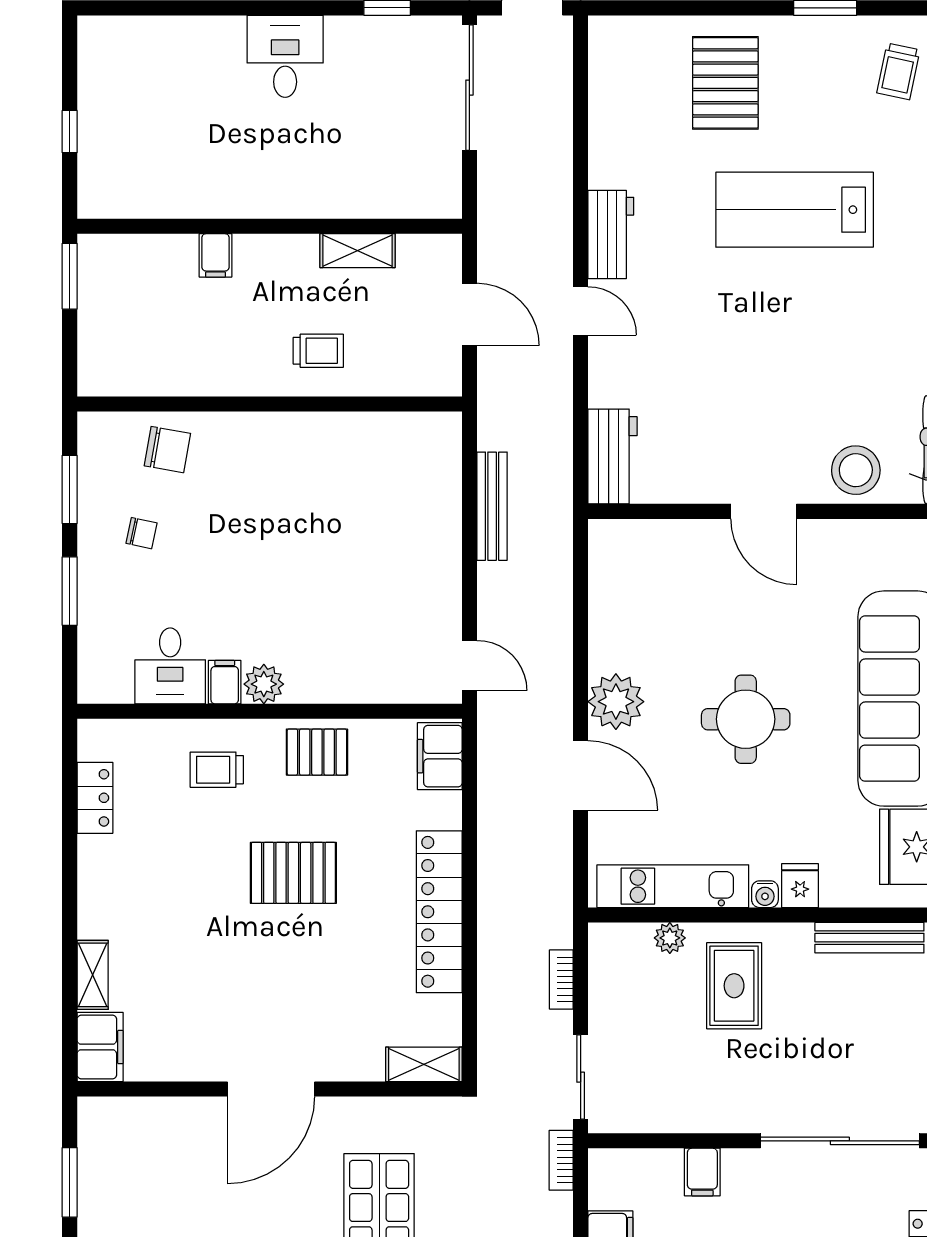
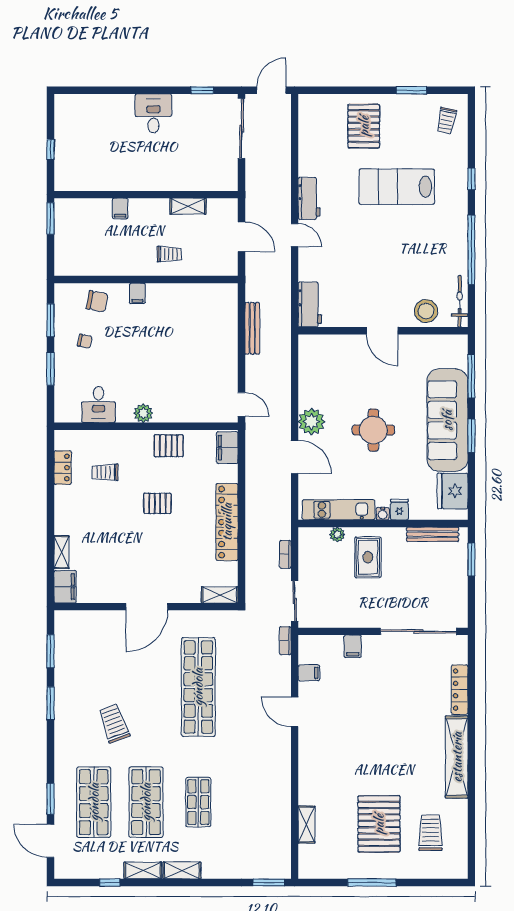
filing cabinet: (225, 682) -> (137, 293), moved, turned 180
trolley: (217, 770) -> (105, 472), moved
pallet: (293, 873) -> (157, 503), width x0.67, depth x0.71

